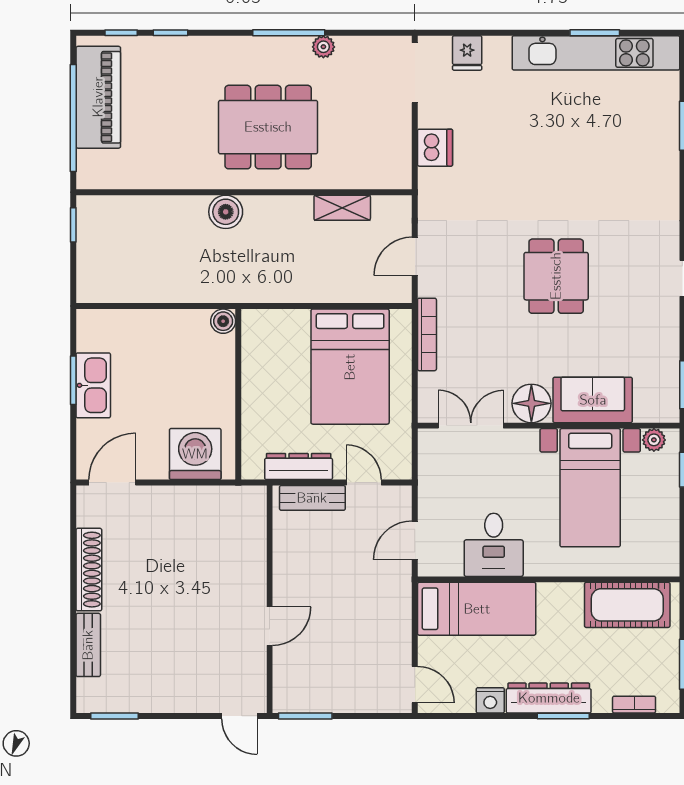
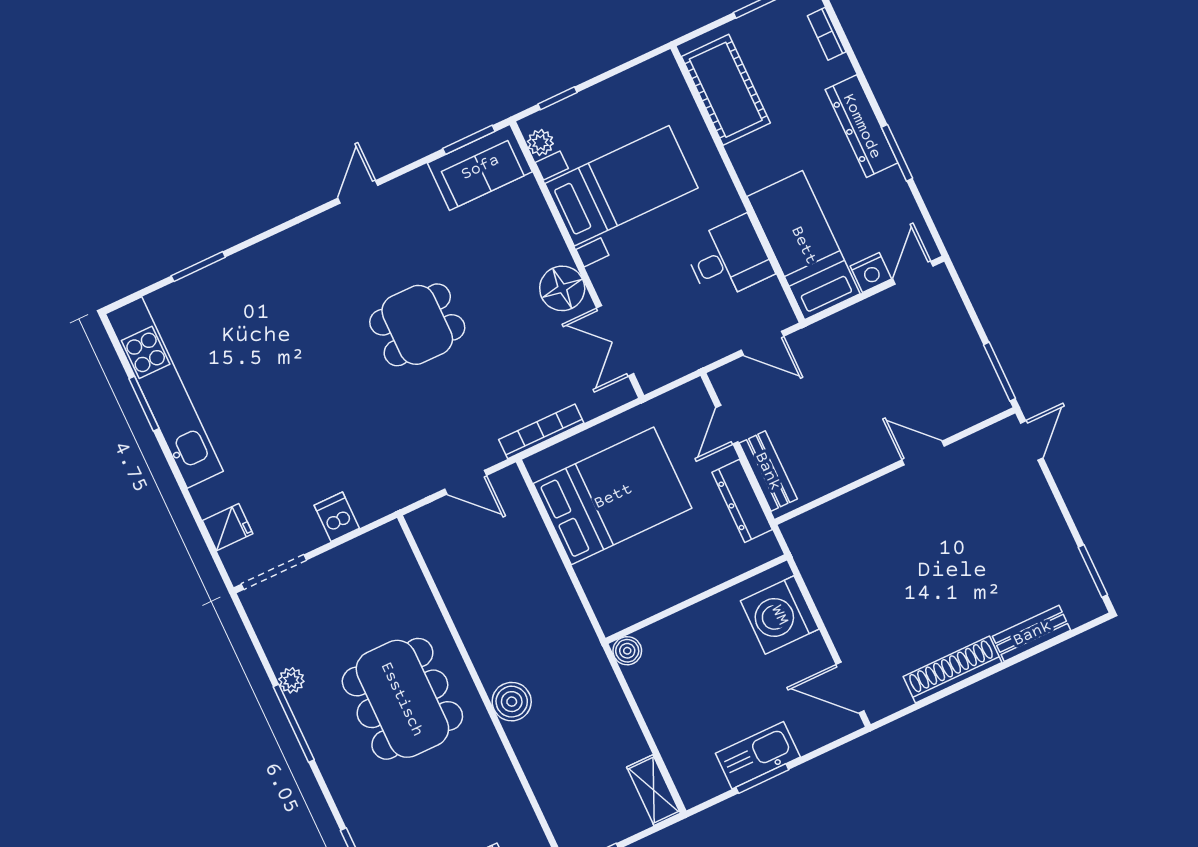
dishwasher: (435, 148) -> (337, 517), width x0.73
shelving: (342, 208) -> (654, 790), moved
sofa: (593, 400) -> (480, 167), moved, turned -90
nightstand: (490, 700) -> (871, 272), moved, turned 90
window: (563, 716) -> (897, 153), moved

